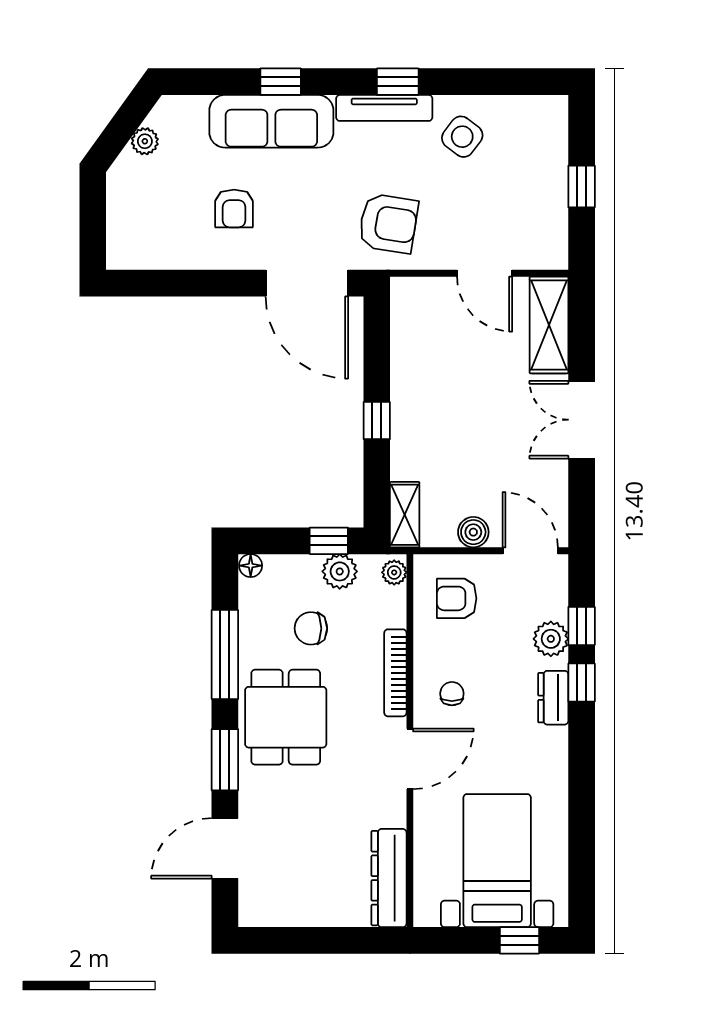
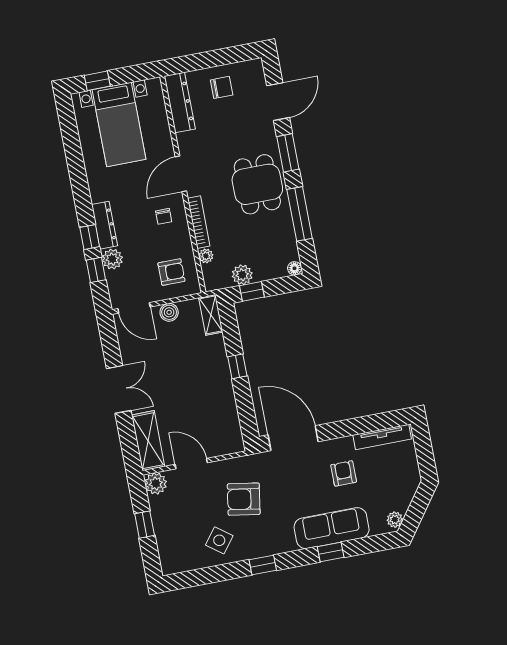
tv unit: (384, 108) -> (382, 437), moved, turned 180
plant: (145, 141) -> (395, 520), moved
armchair: (388, 223) -> (244, 499), moved
plant: (550, 251) -> (156, 483), added
plant: (394, 572) -> (206, 256), moved
chair: (311, 628) -> (222, 87), moved
dresser: (553, 698) -> (104, 225), width x1.44

